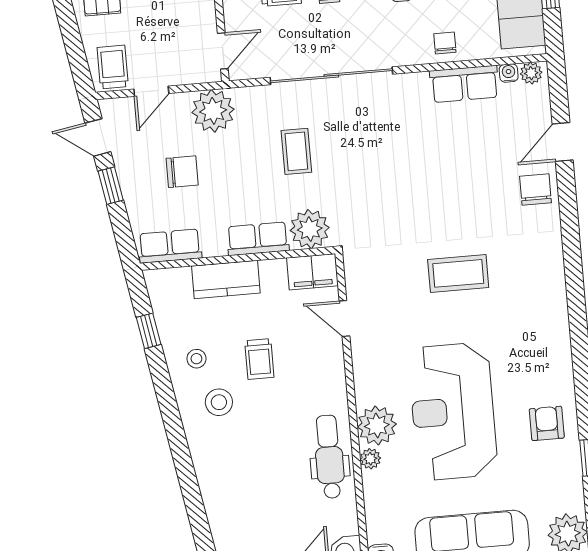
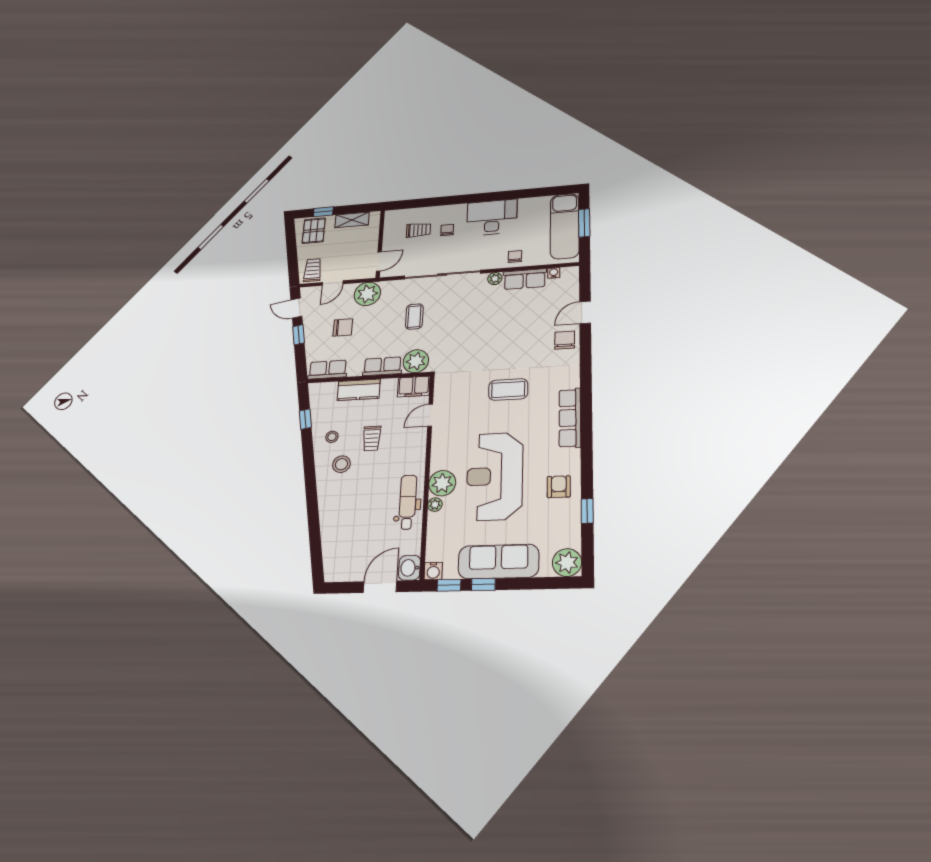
plant: (531, 73) -> (495, 279), moved
row of seats: (554, 317) -> (570, 418), added
door: (344, 319) -> (430, 415), hinge flipped

